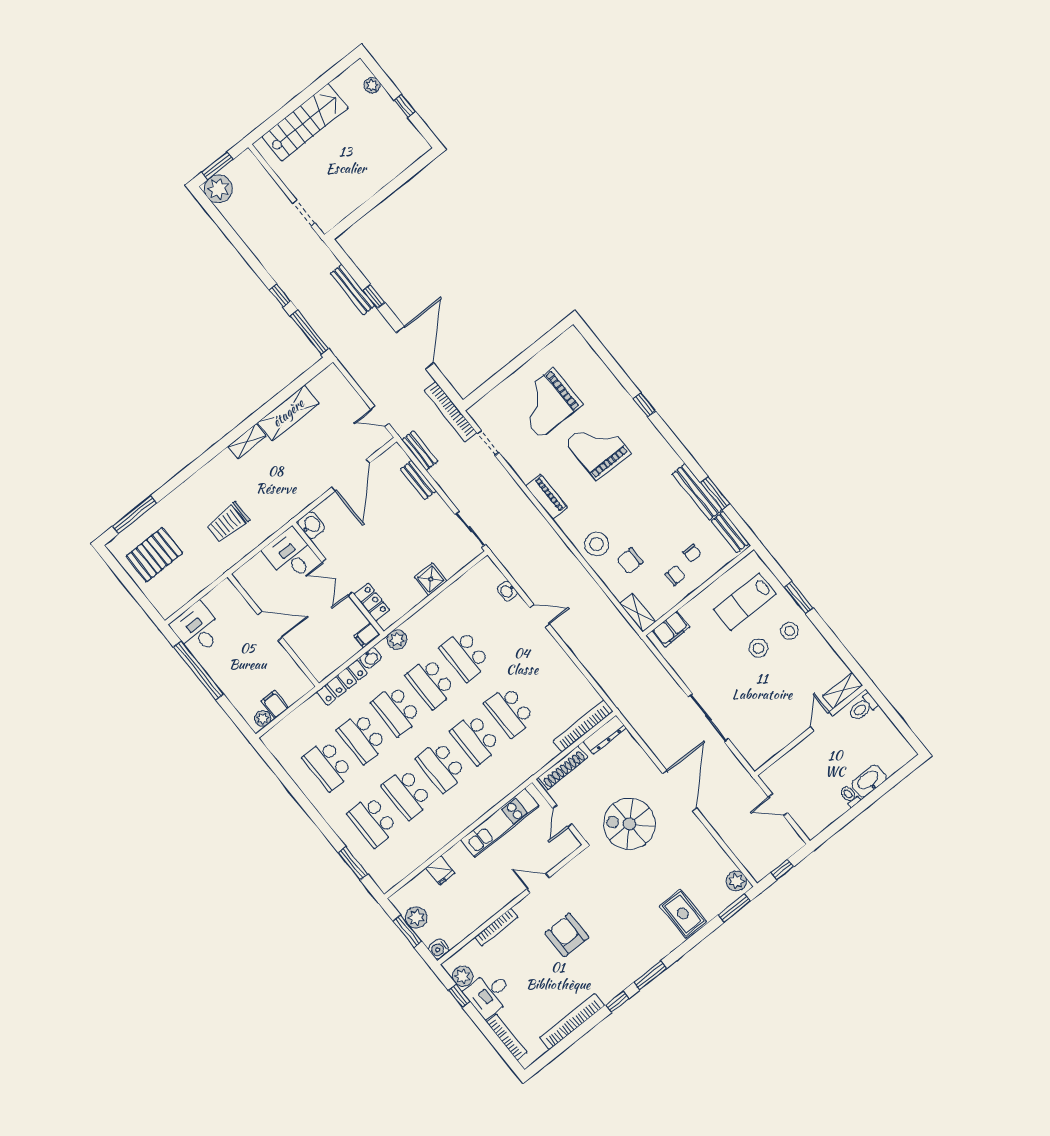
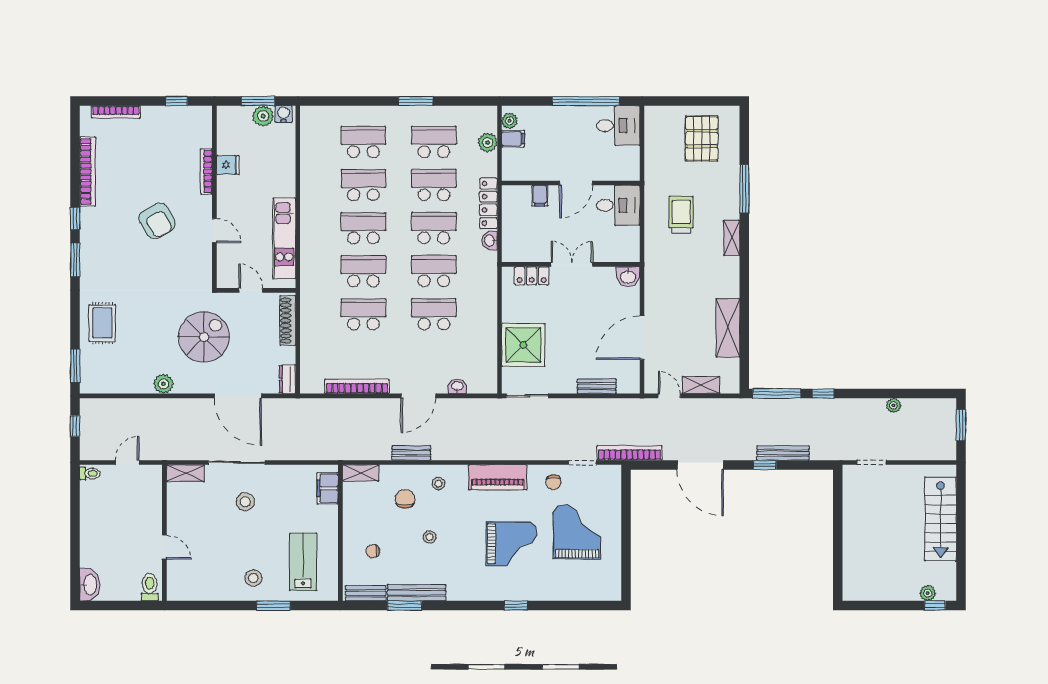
window: (405, 106) -> (935, 606), moved
plant: (218, 189) -> (894, 405), moved, width x0.53, depth x0.53
shelving: (351, 398) -> (701, 385), added
door: (380, 416) -> (669, 396), hinge flipped
shelving: (247, 441) -> (732, 238), moved
bench: (420, 451) -> (411, 453), moved
door: (351, 475) -> (642, 338), hinge flipped
piano: (546, 497) -> (498, 477), width x1.37, depth x1.33
window: (135, 515) -> (744, 189), moved
stool: (645, 517) -> (430, 537), added
stool: (597, 544) -> (438, 484), width x0.53, depth x0.53
desk: (290, 555) -> (618, 205), moved
chair: (675, 575) -> (553, 482), moved
shower: (431, 579) -> (523, 345), width x1.86, depth x1.86
door: (540, 616) -> (418, 396), width x1.38
filing cabinet: (367, 635) -> (540, 196), moved, turned 180
plant: (397, 640) -> (488, 142), moved
stool: (758, 648) -> (245, 502), moved
shelving: (843, 691) -> (186, 473), moved, turned 90
bookcase: (583, 726) -> (357, 386), moved, turned -90
dresser: (605, 735) -> (287, 379), width x0.70
washbasin: (869, 781) -> (90, 585), moved
door: (680, 791) -> (238, 396), moved
toilet: (850, 796) -> (90, 473), moved
window: (353, 863) -> (416, 101), moved
fridge: (440, 870) -> (228, 165), moved, turned 180
plant: (736, 881) -> (163, 384), moved
door: (538, 883) -> (214, 231), hinge flipped
rug: (683, 913) -> (102, 323), turned 90
armchair: (567, 935) -> (157, 221), turned 60
water cooler: (439, 949) -> (283, 114), moved
plant: (463, 976) -> (189, 116), removed
desk: (489, 994) -> (160, 125), removed

